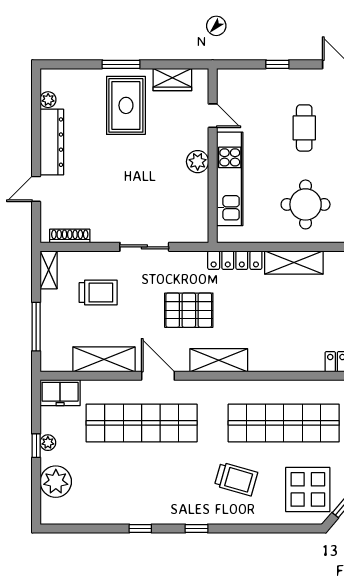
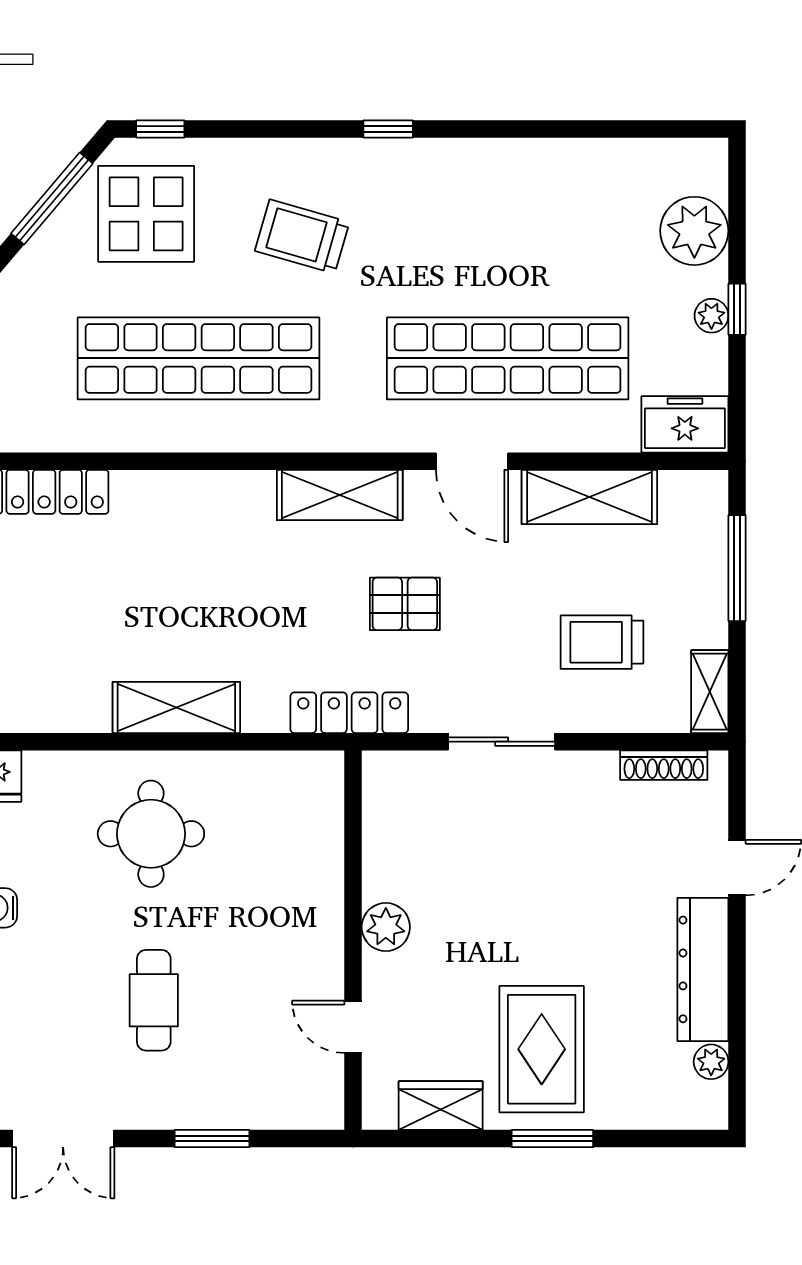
window: (277, 64) -> (212, 1139), width x1.50
kitchen unit: (230, 179) -> (316, 889), removed
locker: (235, 260) -> (349, 713), moved
pallet: (189, 310) -> (405, 604), width x0.67, depth x0.71
window: (140, 528) -> (160, 129), moved

